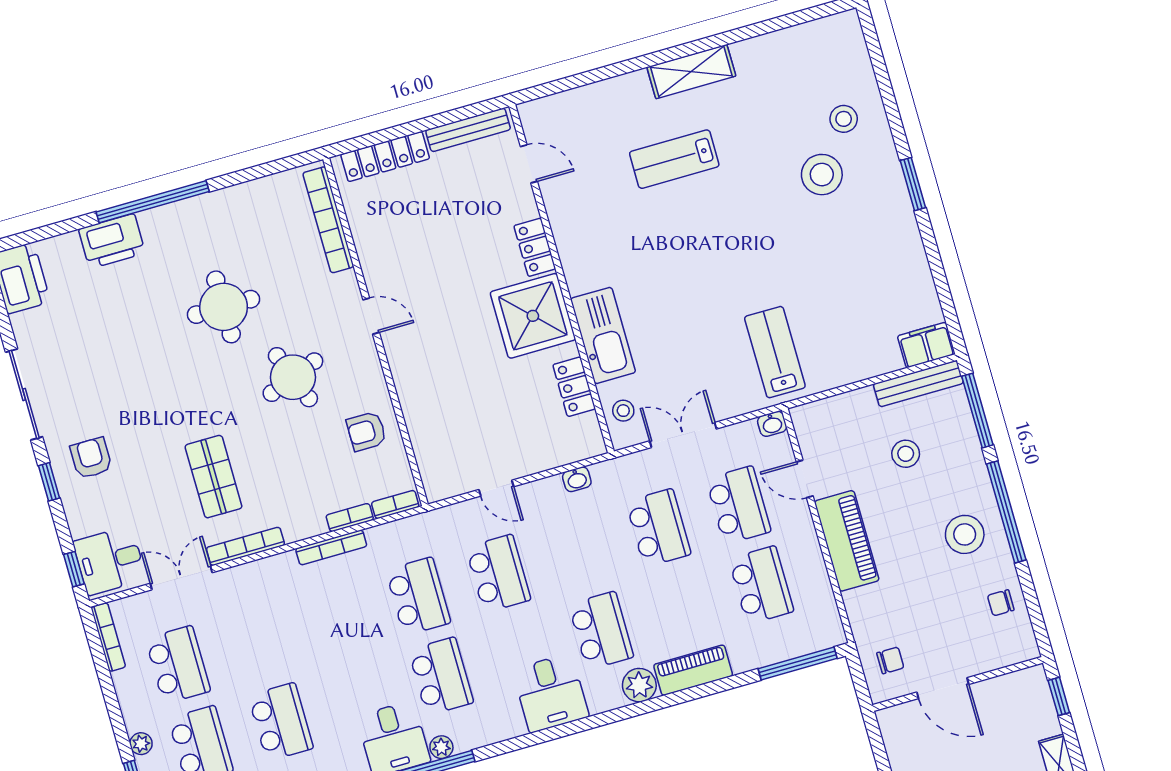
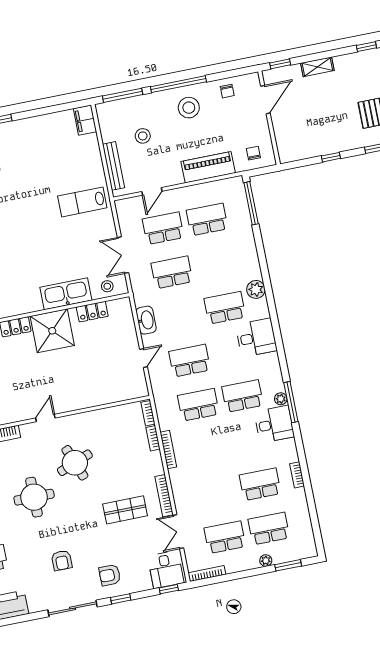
bench: (918, 384) -> (113, 166), moved
washbasin: (772, 424) -> (121, 207), removed
armchair: (366, 431) -> (62, 560), moved
washbasin: (577, 479) -> (146, 320), width x1.91, depth x1.45
piano: (847, 541) -> (208, 167), moved
piano: (693, 670) -> (250, 260), removed
door: (943, 688) -> (265, 100), moved

